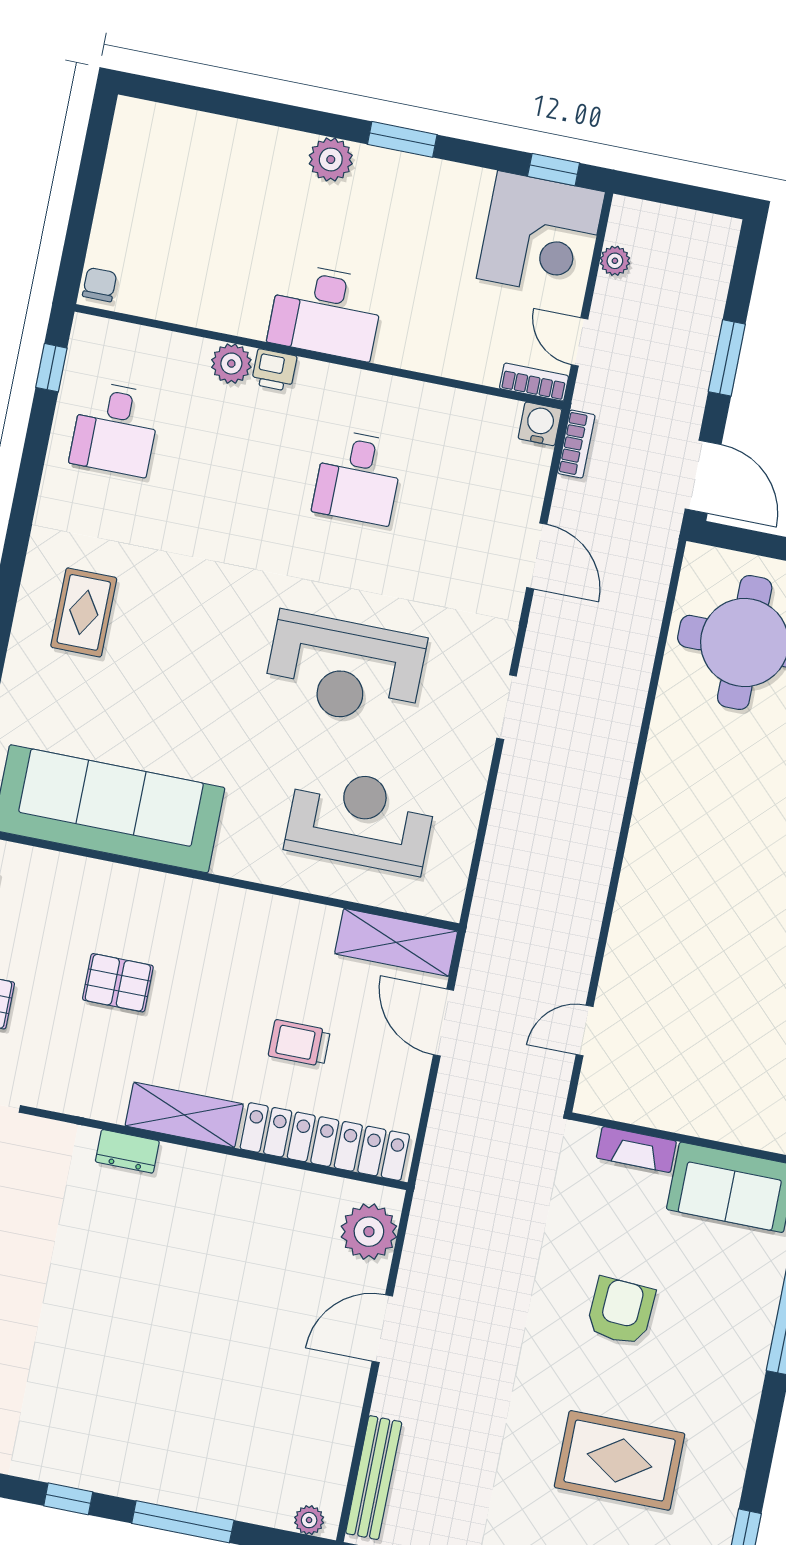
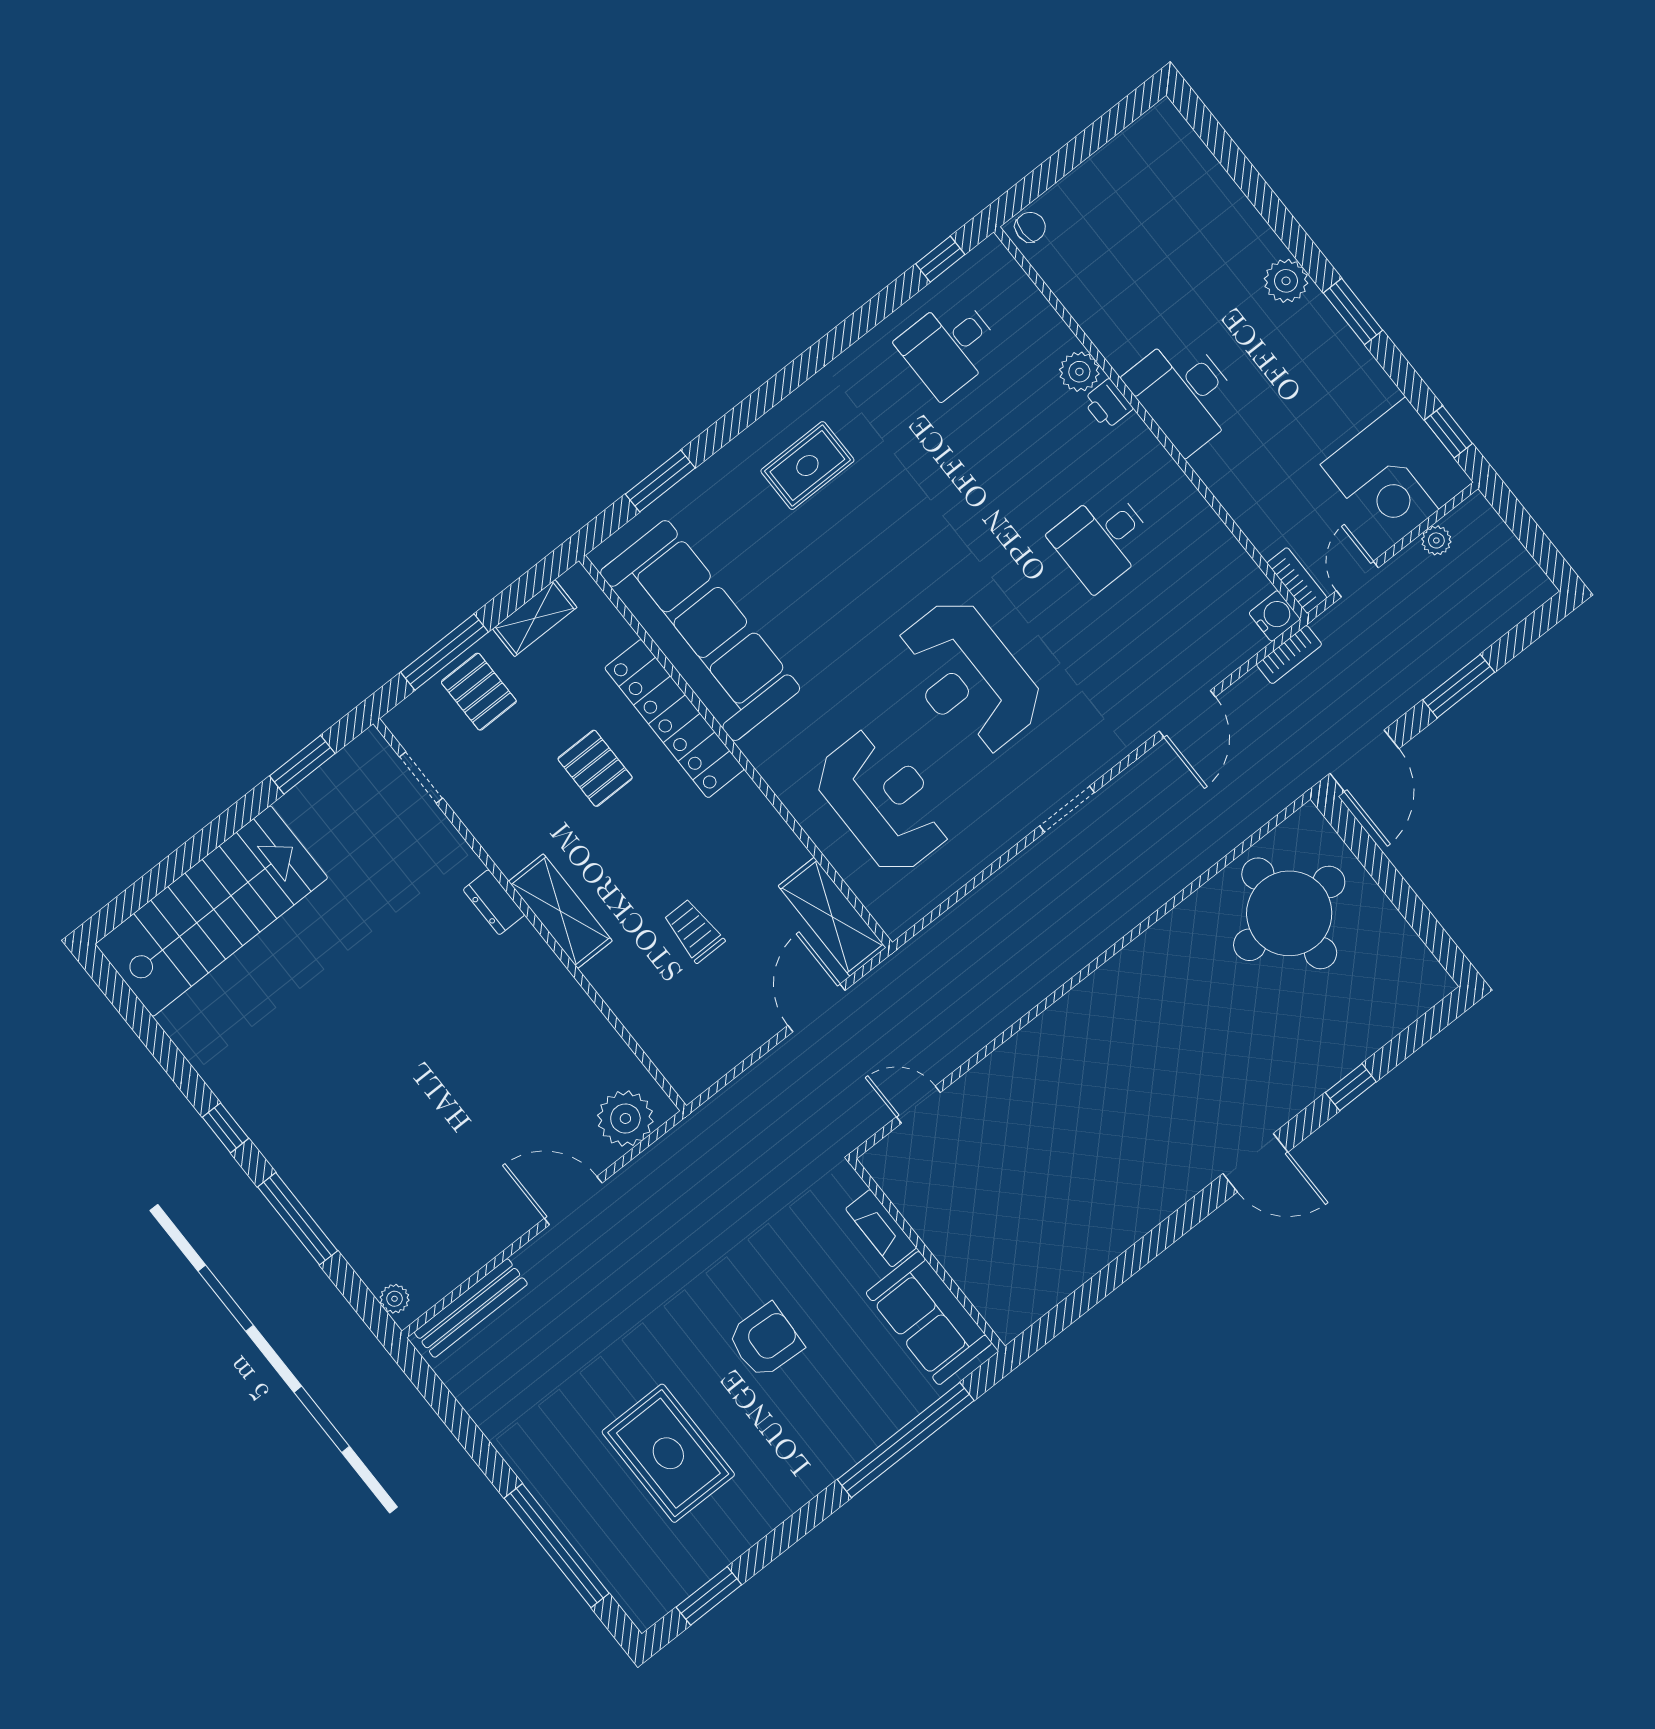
locker: (325, 1142) -> (674, 719), moved, turned 180

